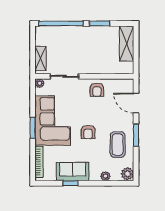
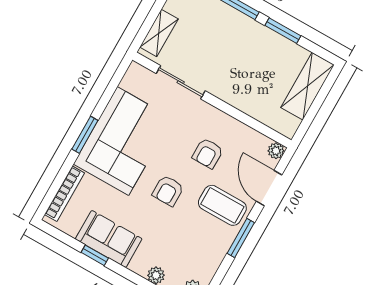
plant: (40, 83) -> (276, 151), moved
armchair: (97, 90) -> (208, 153), moved
coffee table: (118, 145) -> (222, 205), moved, turned 90

